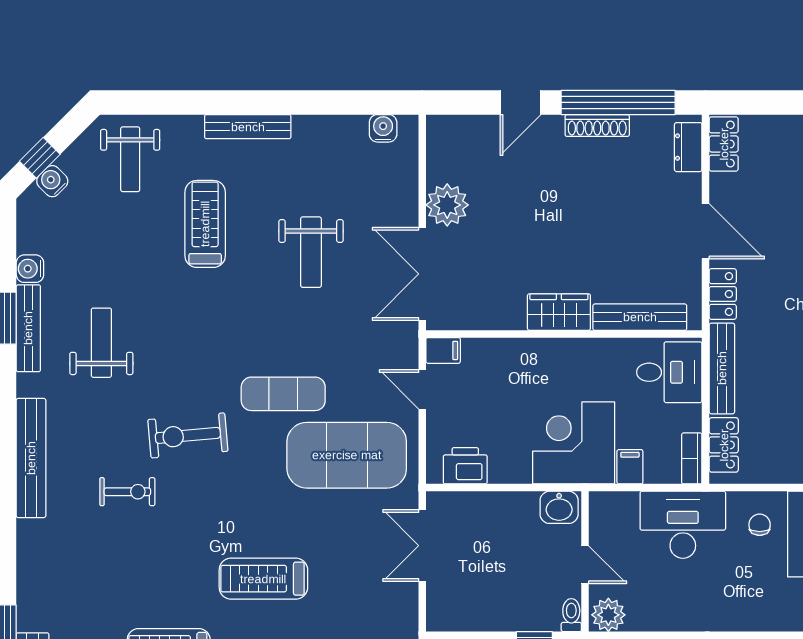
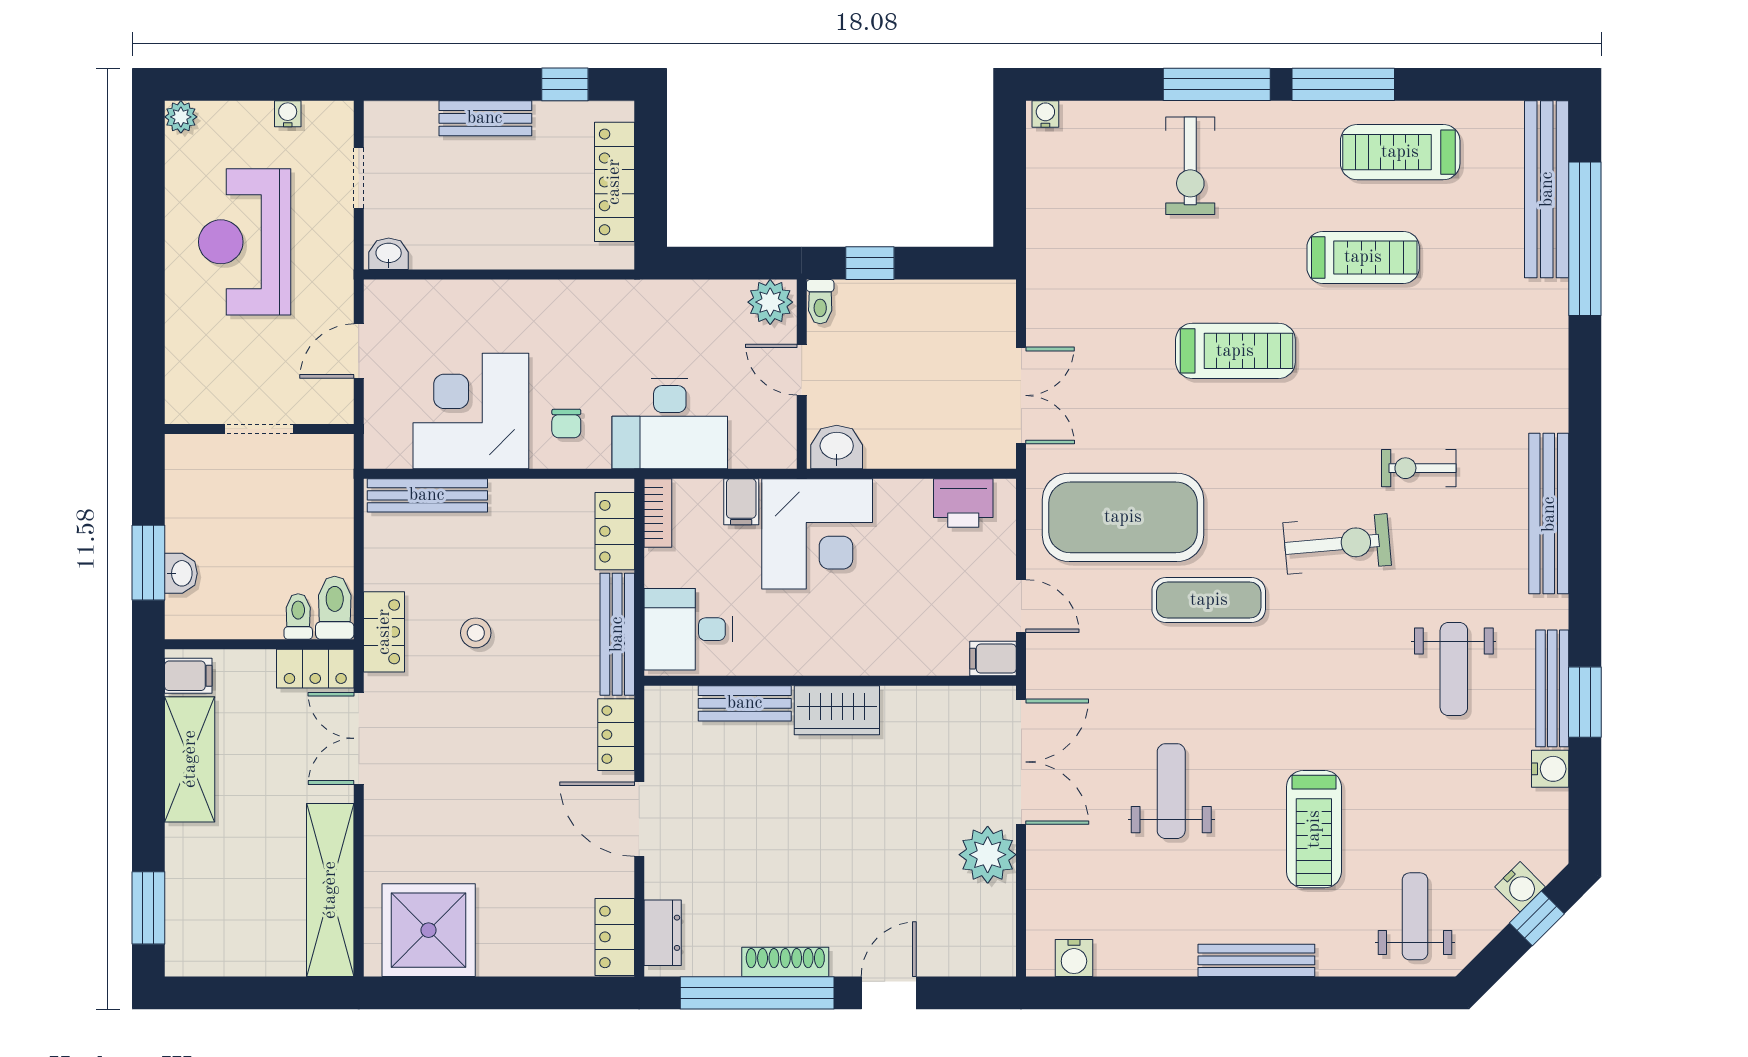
bench: (640, 317) -> (745, 703), width x0.73

